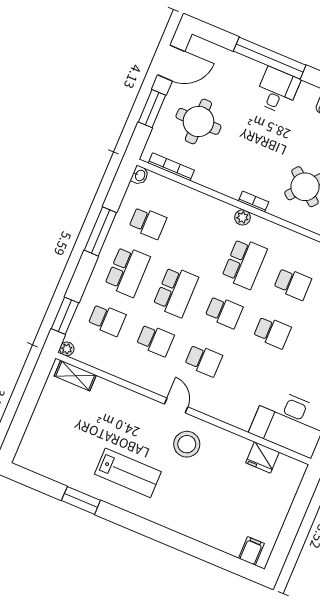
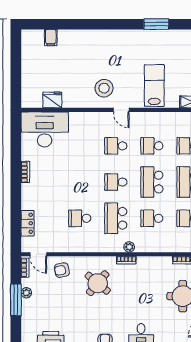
school desk: (272, 332) -> (152, 218), moved
lab bench: (128, 473) -> (154, 85), moved, turned 90
filing cabinet: (251, 551) -> (51, 38), moved

